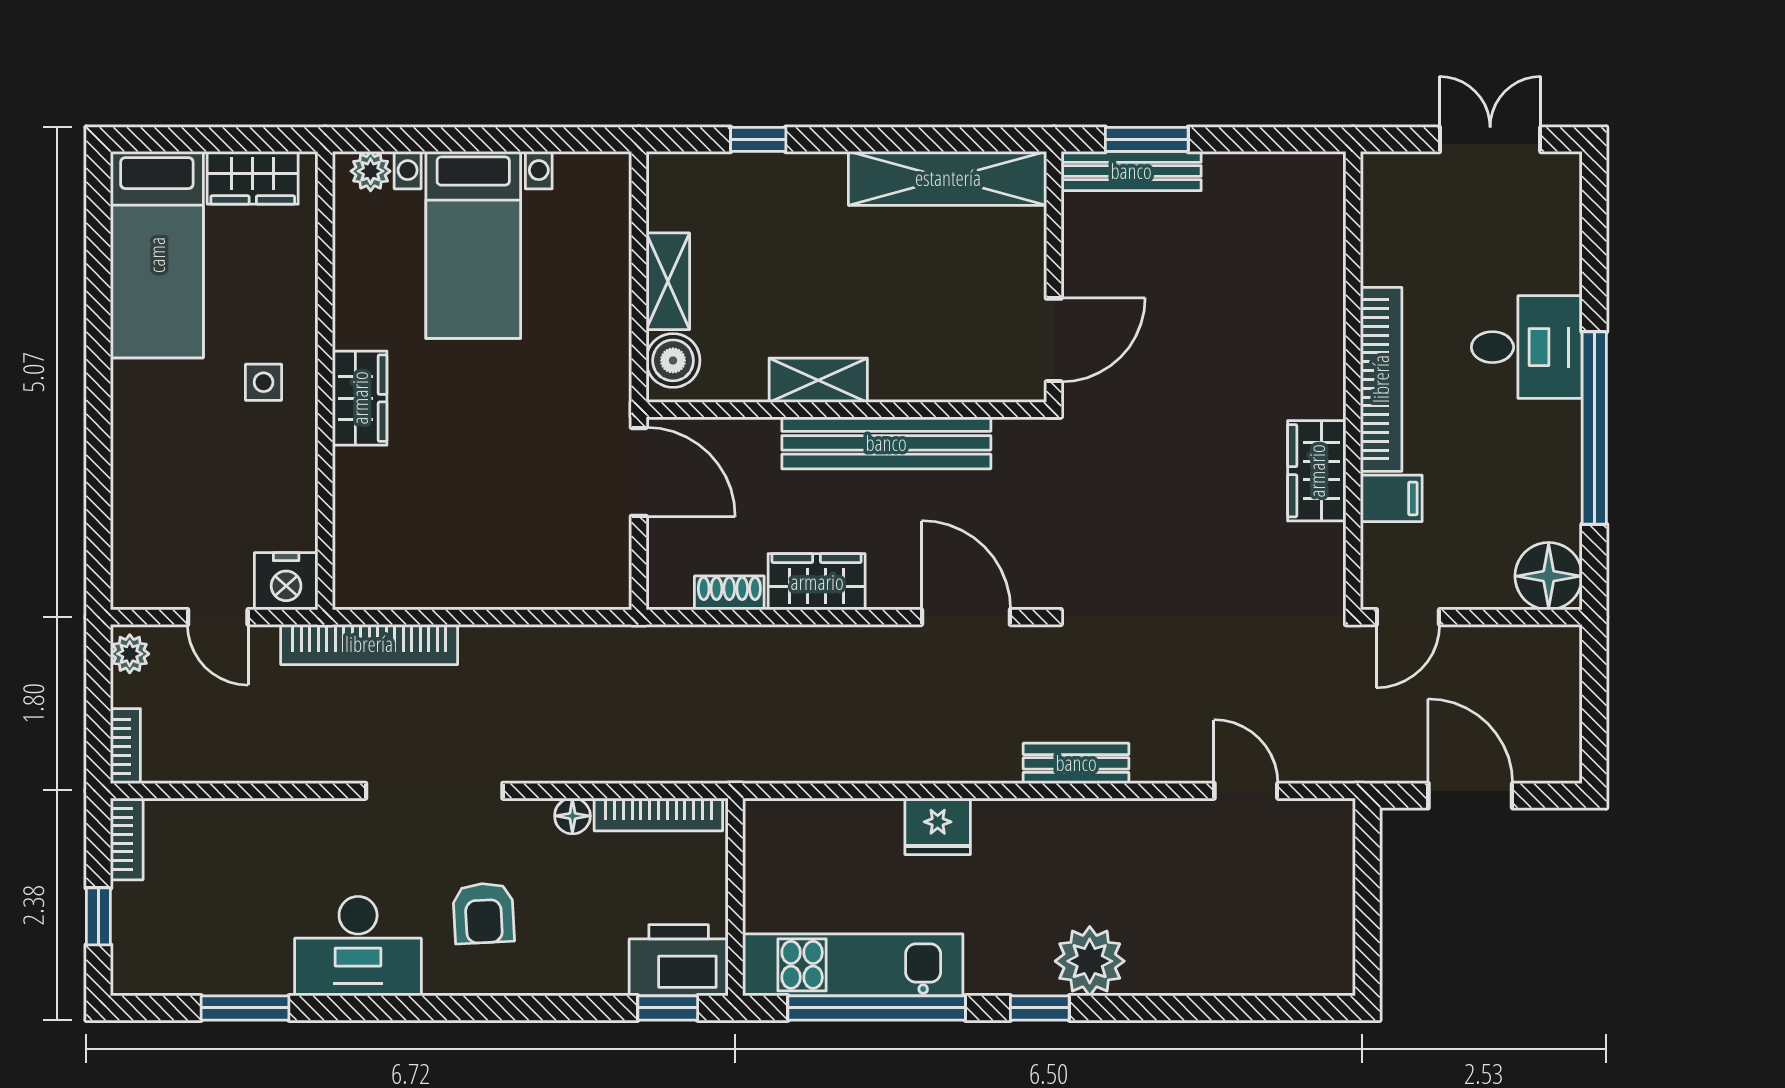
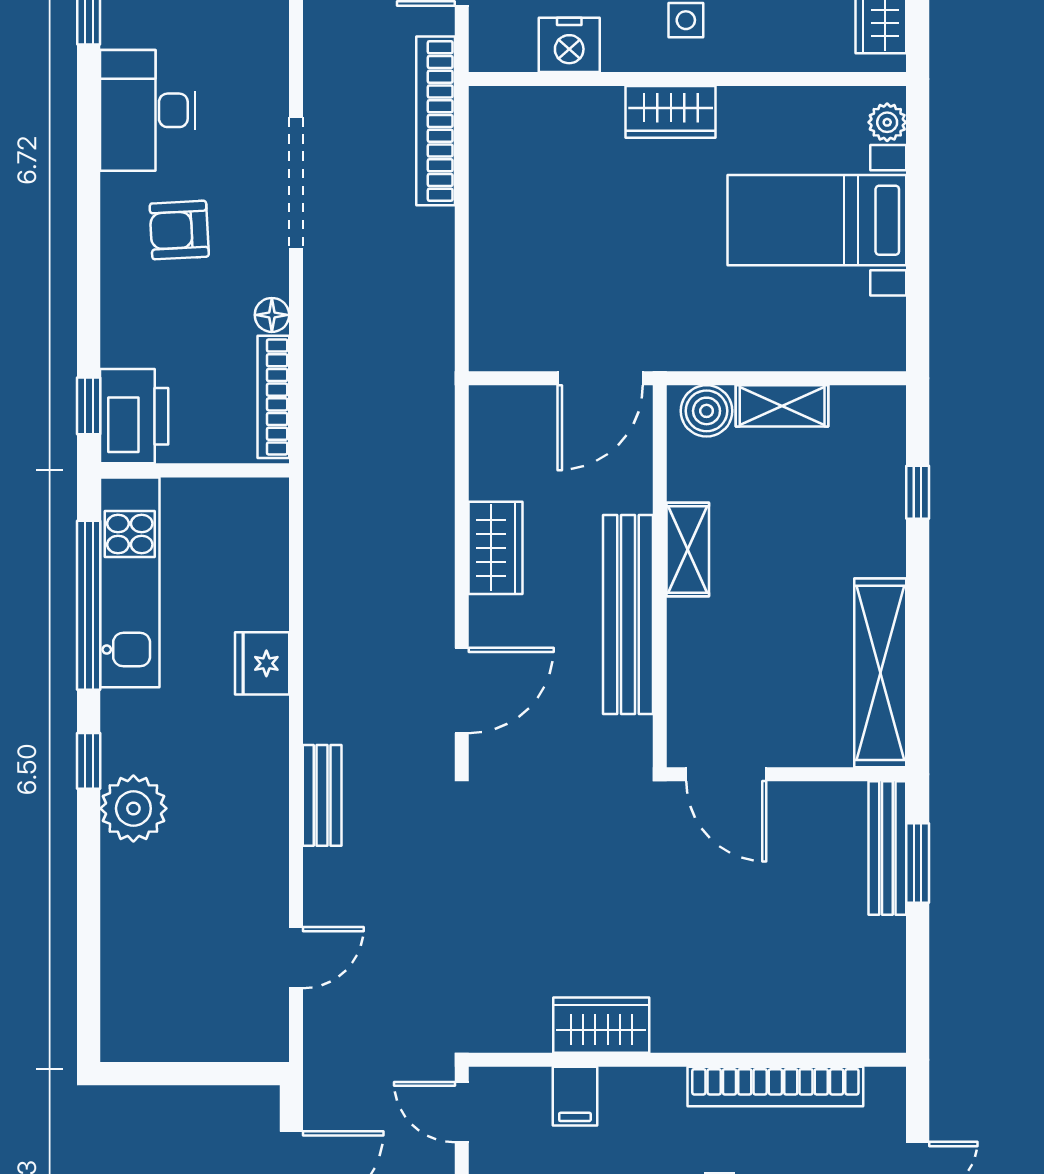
bookcase: (1381, 379) -> (775, 1087), moved
nightstand: (286, 581) -> (569, 45), moved, turned -90
shoe rack: (729, 593) -> (485, 465), removed

